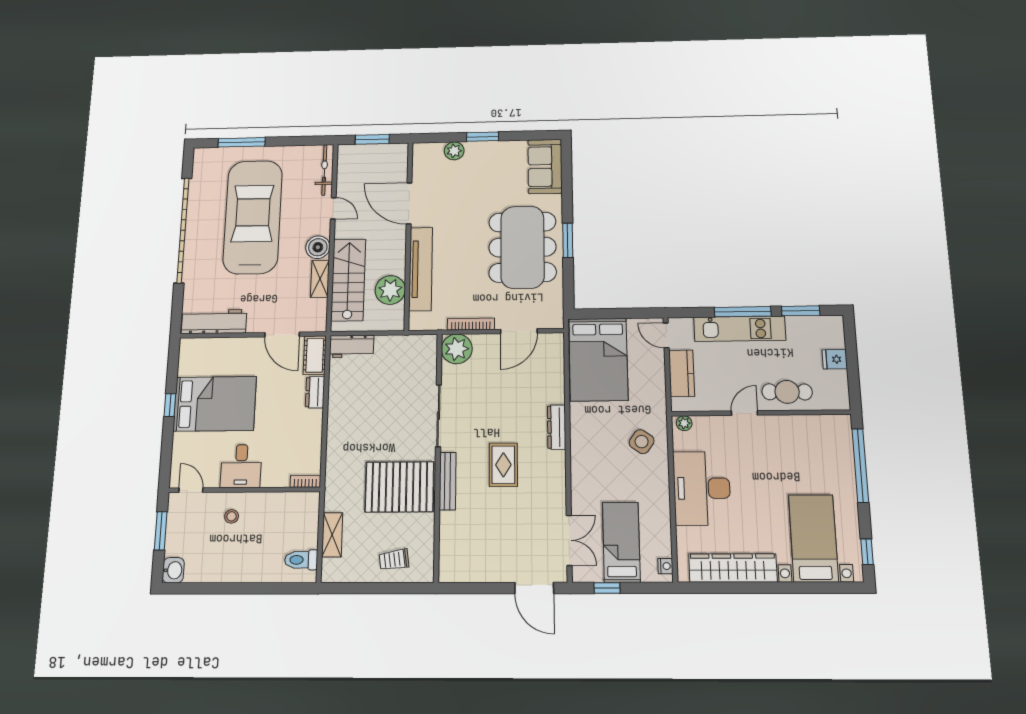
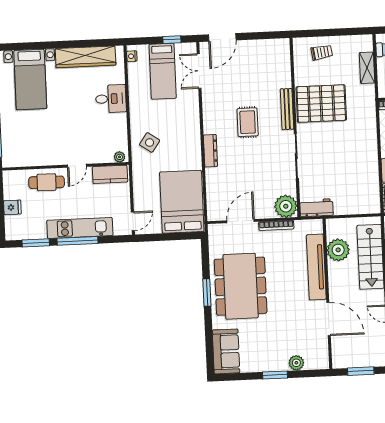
door: (666, 335) -> (133, 221), hinge flipped
workbench: (352, 346) -> (316, 208), moved
kitchen counter: (682, 373) -> (110, 174), moved, turned -90
desk: (702, 488) -> (111, 99), width x0.53, depth x0.77
door: (534, 588) -> (222, 37), swing flipped

